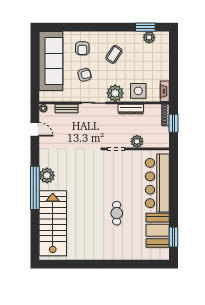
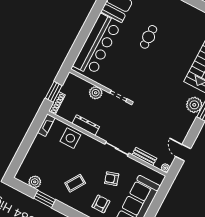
window: (145, 27) -> (45, 199), moved
plant: (115, 93) -> (93, 147), removed

